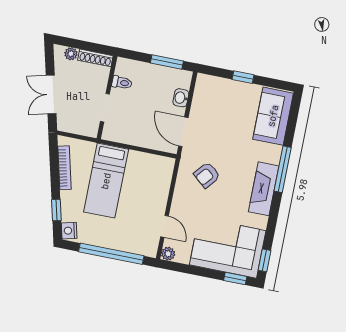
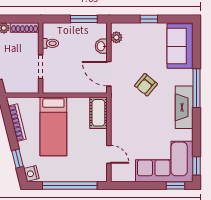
cot: (162, 175) -> (98, 113), added
armchair: (207, 175) -> (146, 85), moved
plant: (168, 254) -> (116, 37), moved

